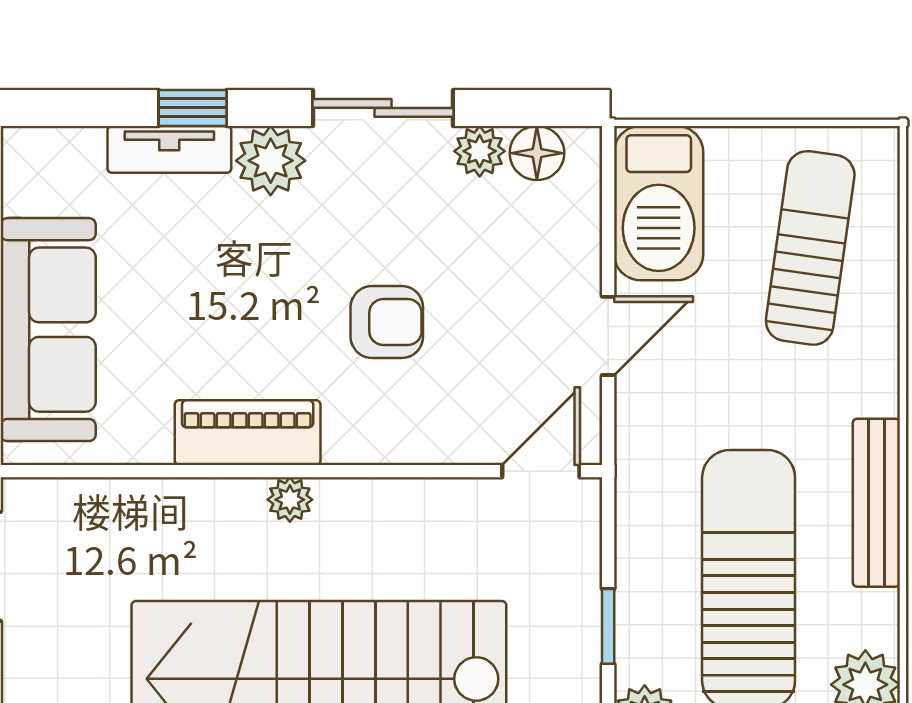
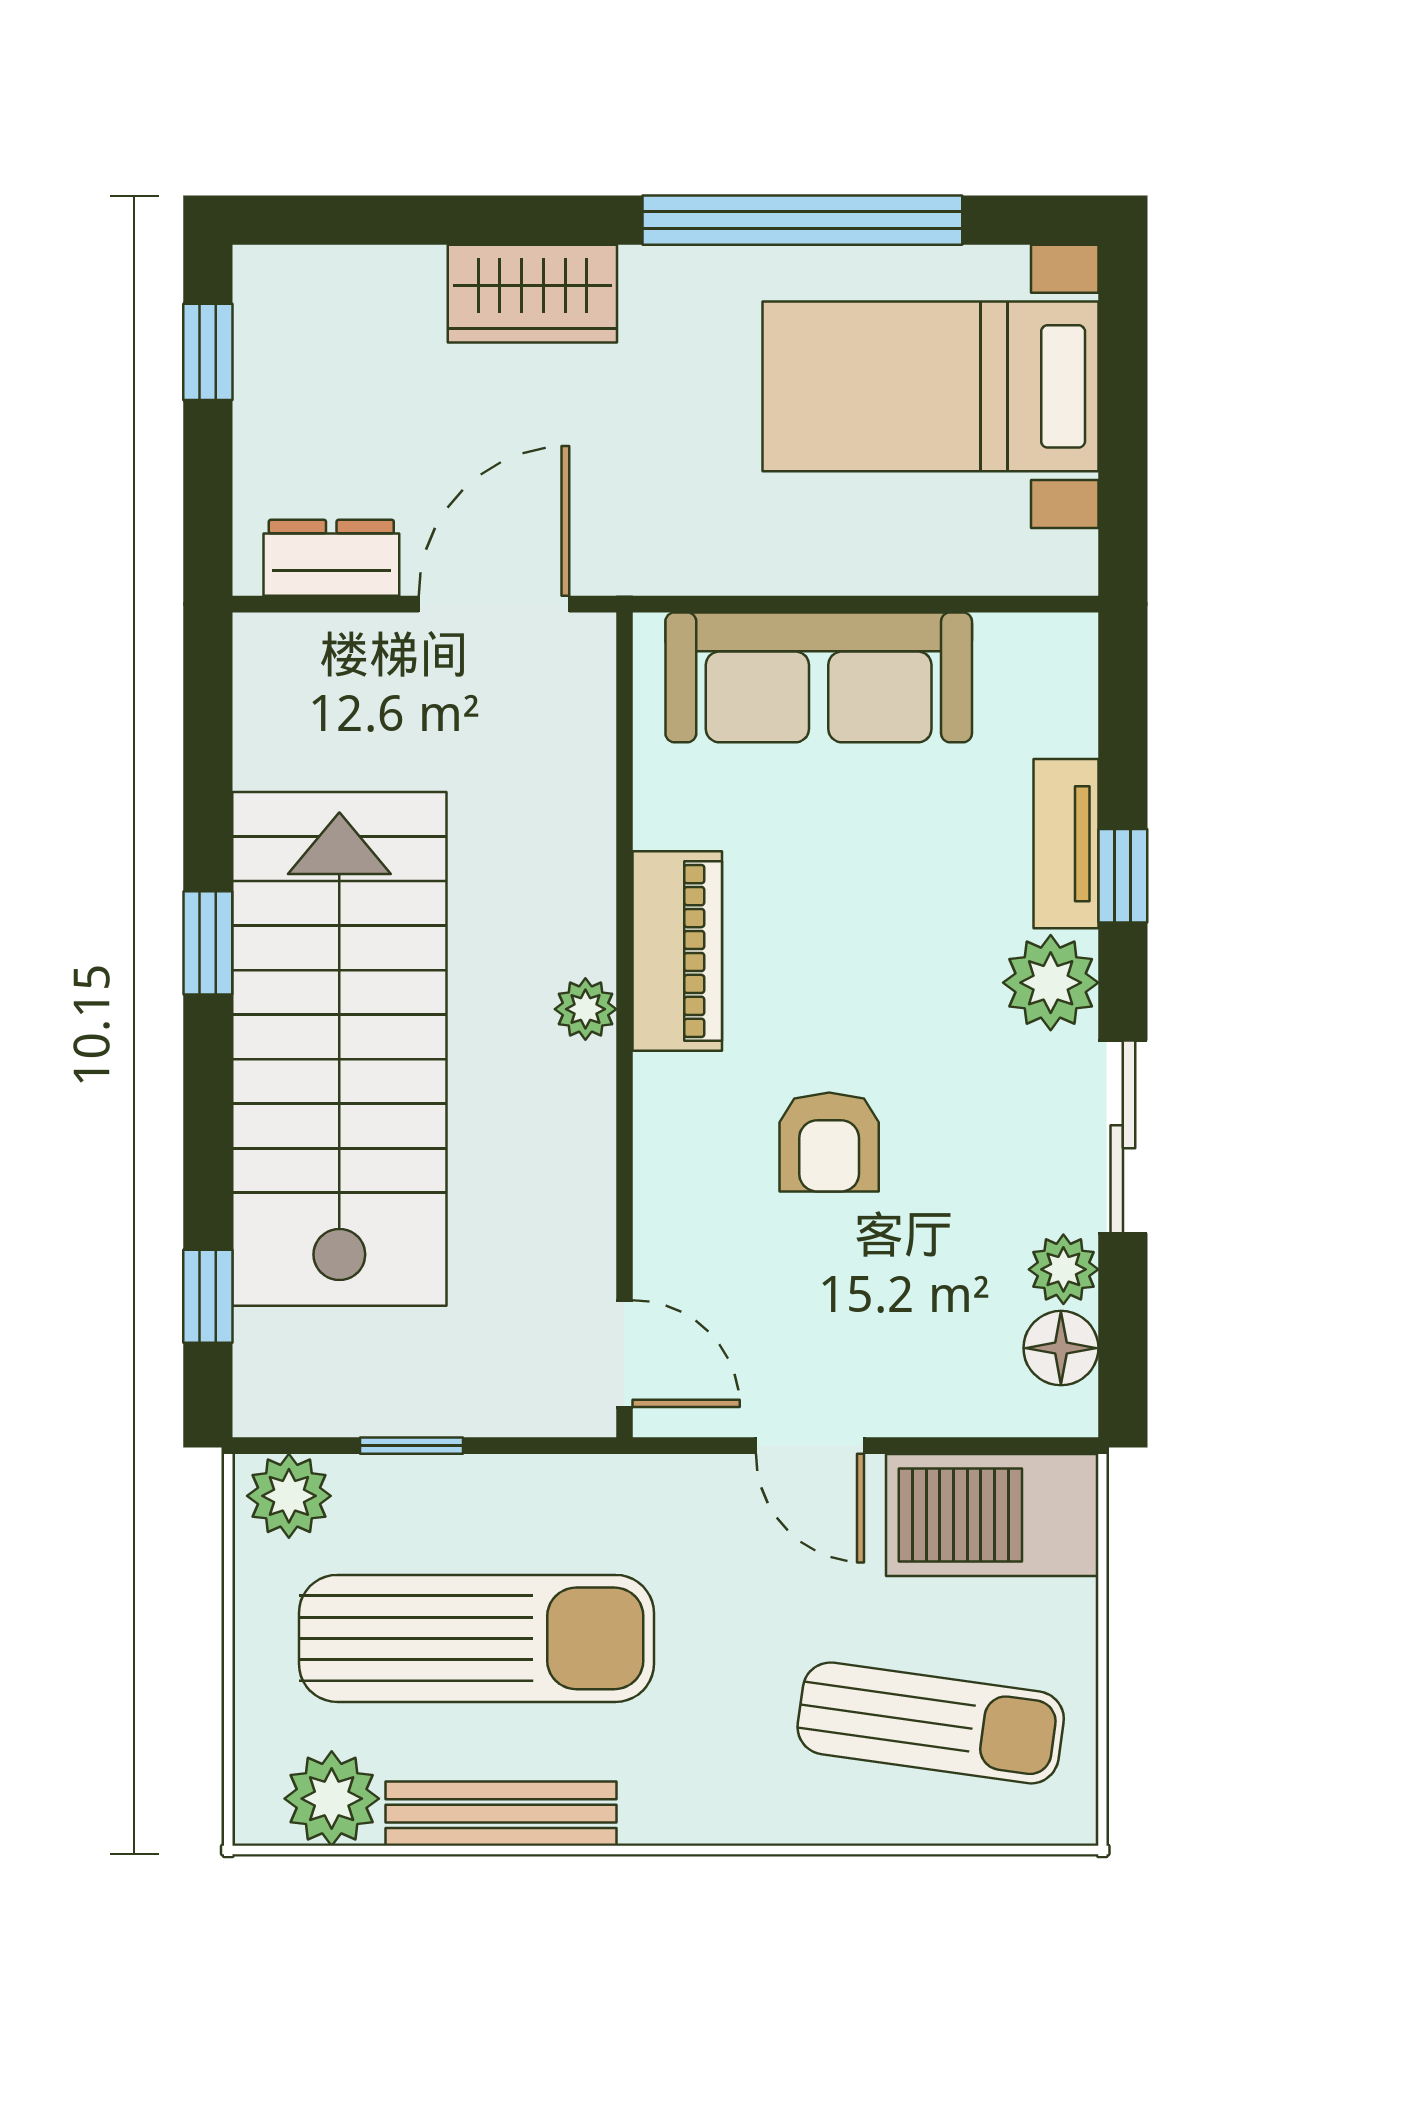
bench: (876, 503) -> (501, 1814), moved

